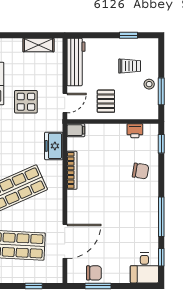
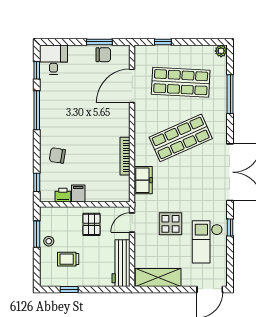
shelving: (38, 45) -> (158, 278), width x1.50, depth x1.33
filing cabinet: (76, 130) -> (78, 194), moved, turned 90
chair: (94, 273) -> (103, 55), turned 180

